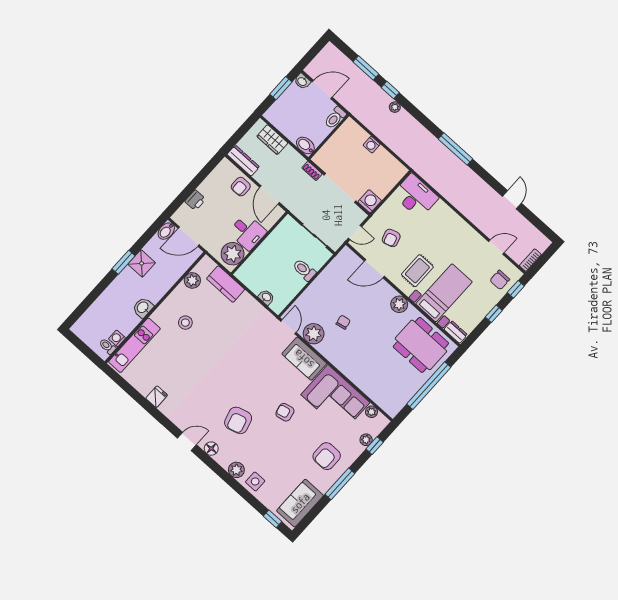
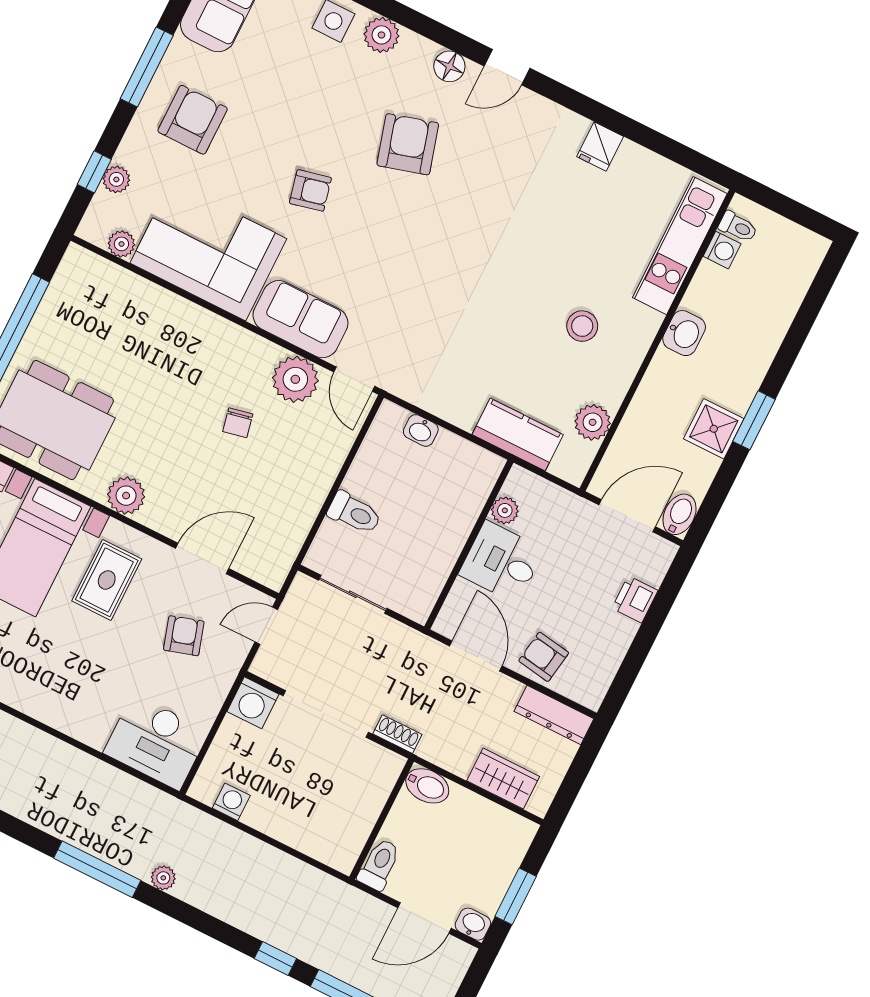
plant: (395, 107) -> (163, 878), moved
washing machine: (372, 145) -> (231, 802), moved
armchair: (241, 187) -> (544, 657), turned -81
plant: (233, 254) -> (505, 510), width x0.53, depth x0.53

